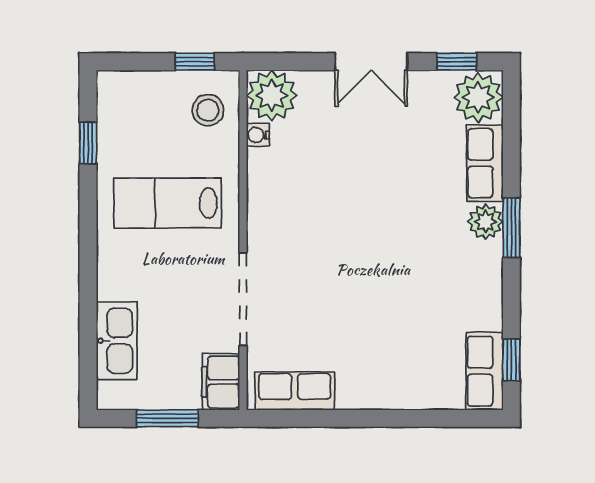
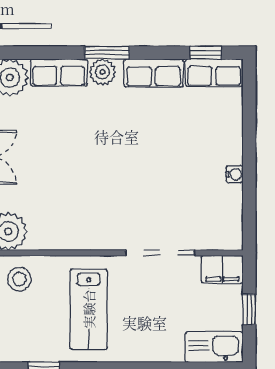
water cooler: (258, 135) -> (235, 174), moved, turned -90
kitchen sink: (117, 341) -> (214, 347), moved
row of seats: (295, 391) -> (153, 73), moved, turned -90
window: (167, 418) -> (249, 309), width x0.67

